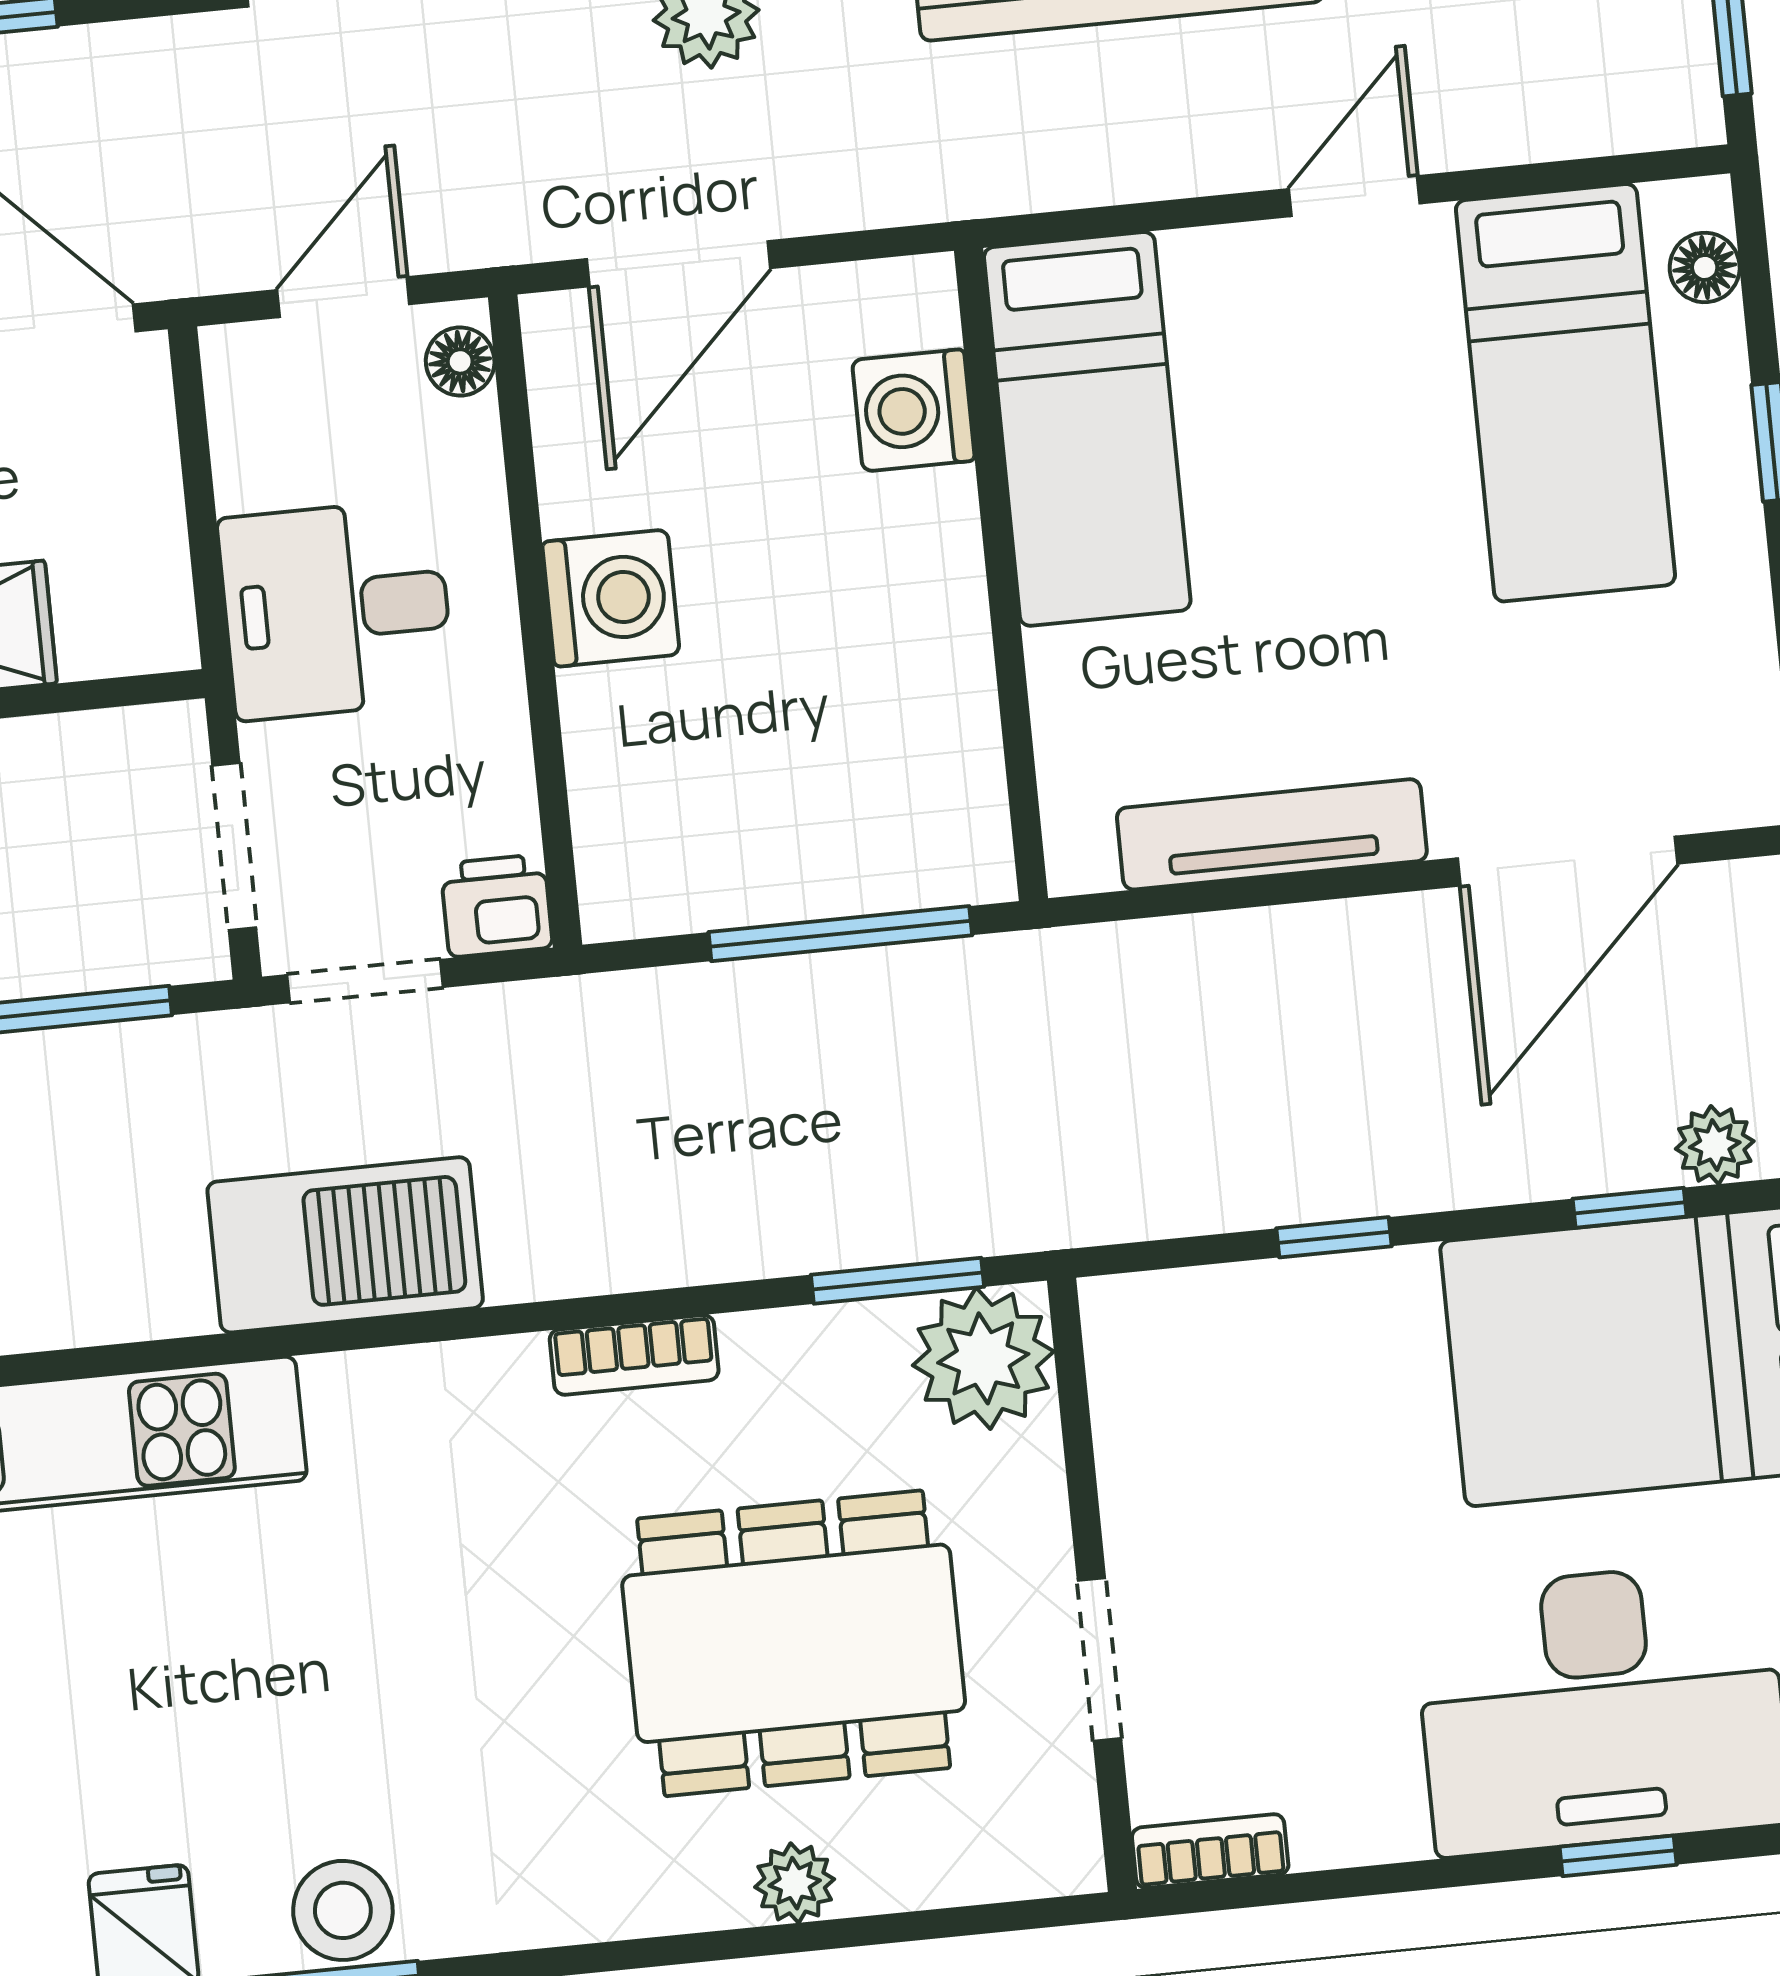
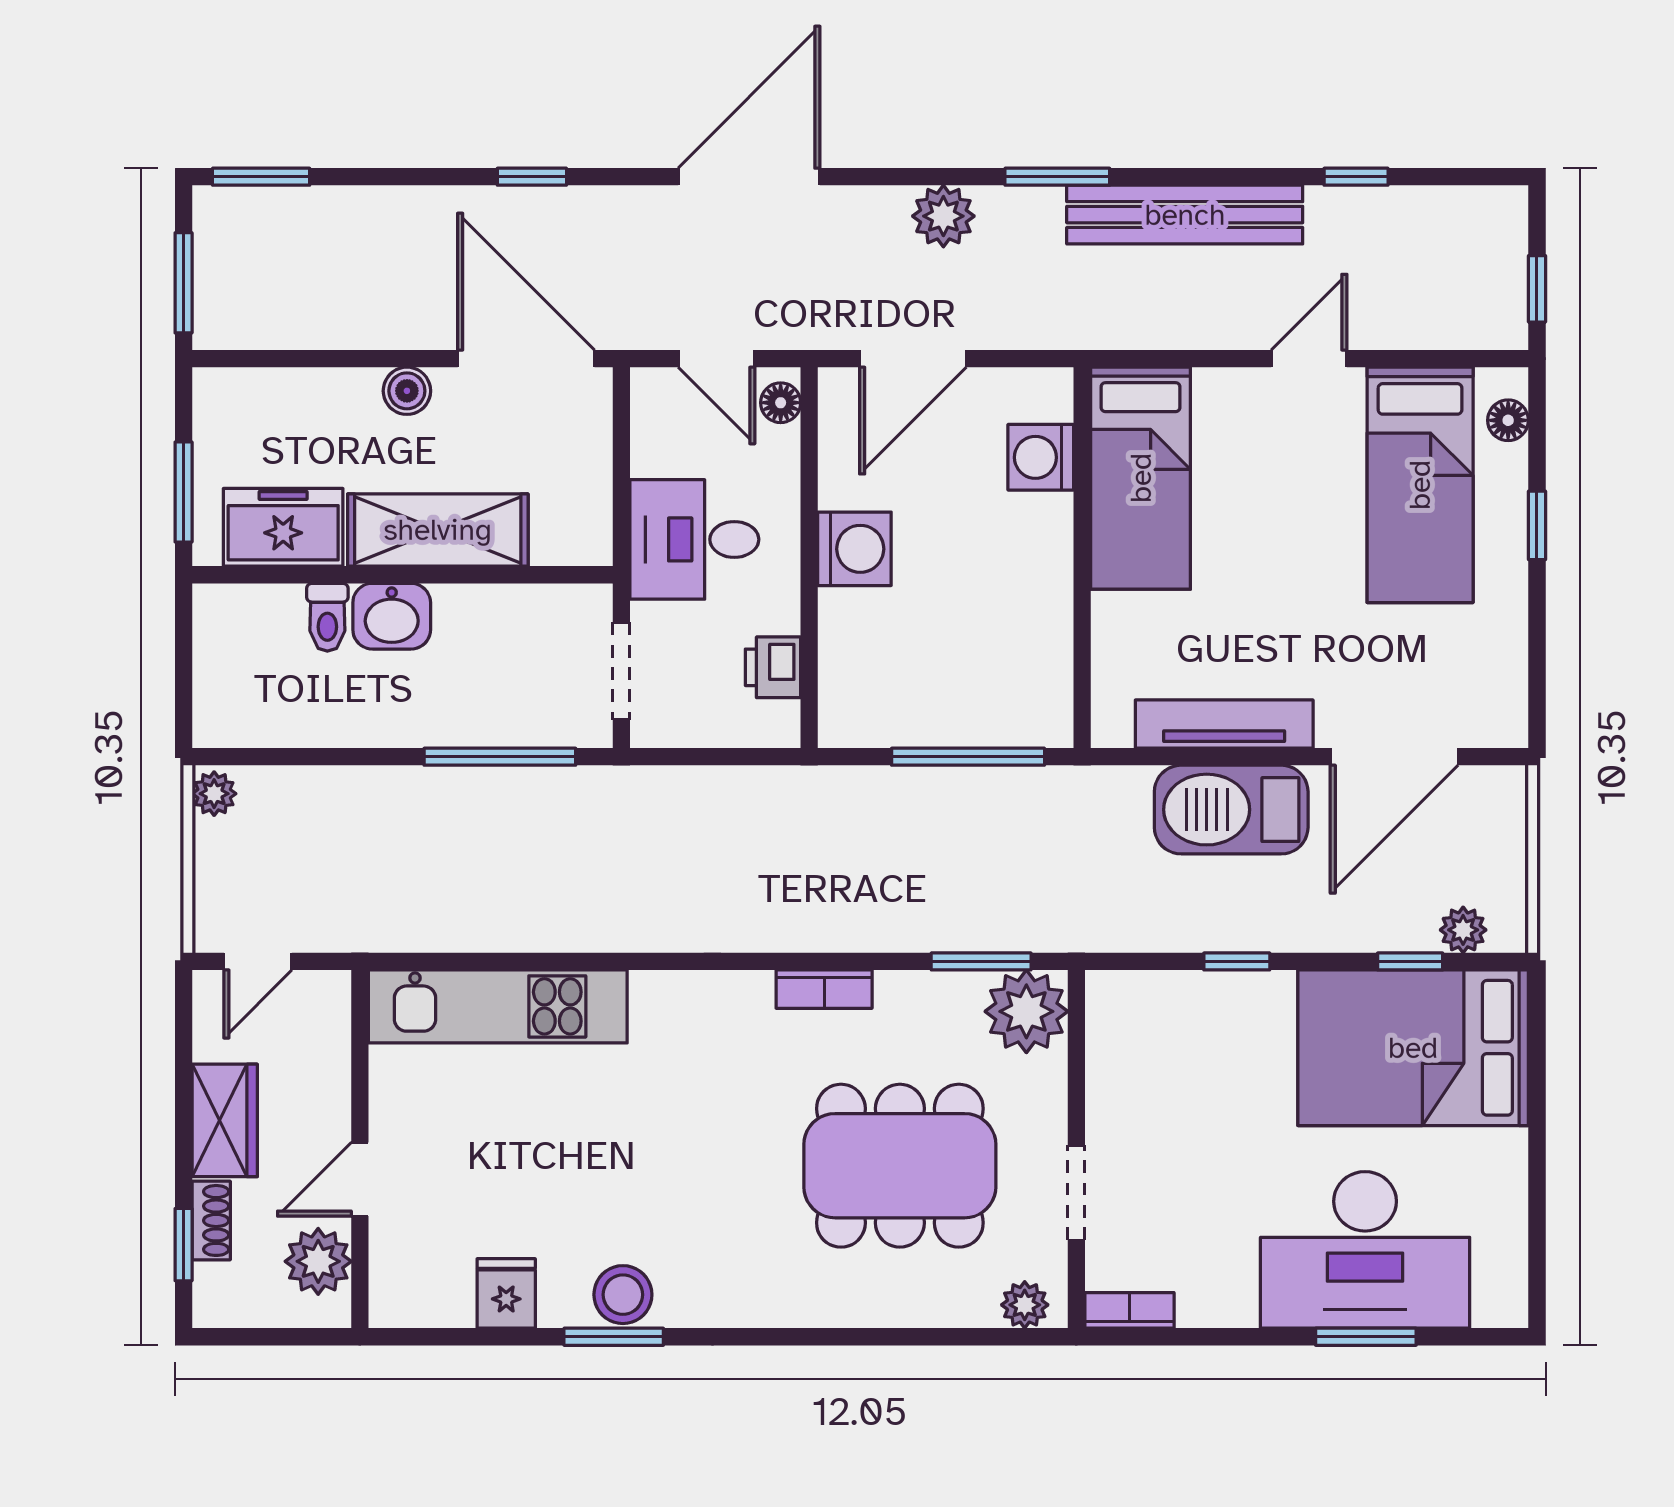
door: (343, 297) -> (717, 359), swing flipped
printer: (497, 906) -> (773, 667), moved, turned -90
doorway: (365, 981) -> (690, 757), removed
barbecue: (345, 1245) -> (1231, 810), moved, turned 180
window: (1618, 1856) -> (1366, 1337), width x1.50
plant: (795, 1883) -> (1025, 1305), moved

